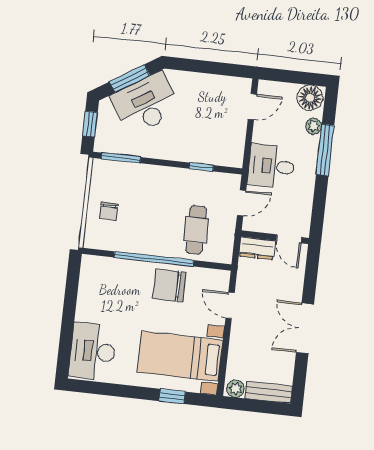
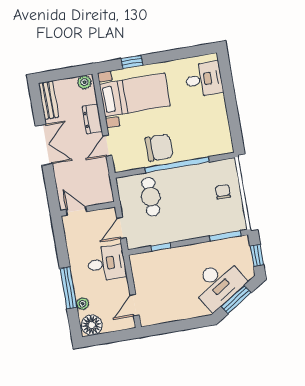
dresser: (257, 248) -> (92, 119), moved, turned -90
door: (230, 305) -> (107, 146), swing flipped
desk: (93, 351) -> (204, 79), width x0.73
bench: (269, 392) -> (49, 100), moved, turned 90

